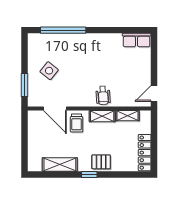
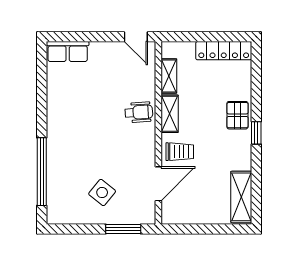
row of seats: (137, 40) -> (68, 52), moved, turned 90
shelving: (60, 164) -> (241, 197), moved

